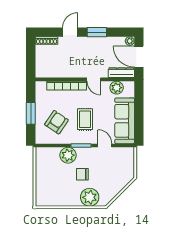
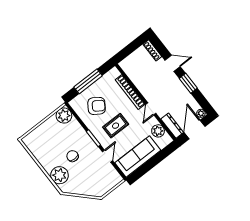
window: (31, 113) -> (88, 81), width x1.44
plant: (68, 155) -> (64, 116), moved

